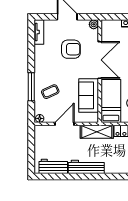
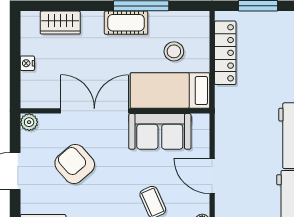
armchair: (71, 49) -> (75, 164), turned -41
shelving: (97, 132) -> (227, 117), removed

